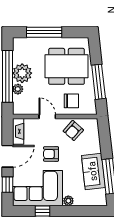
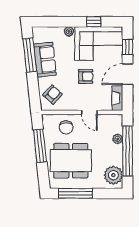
window: (44, 32) -> (75, 193), moved
plant: (22, 73) -> (113, 175), moved
chair: (71, 101) -> (66, 127), turned -90
armchair: (73, 131) -> (53, 94), moved

